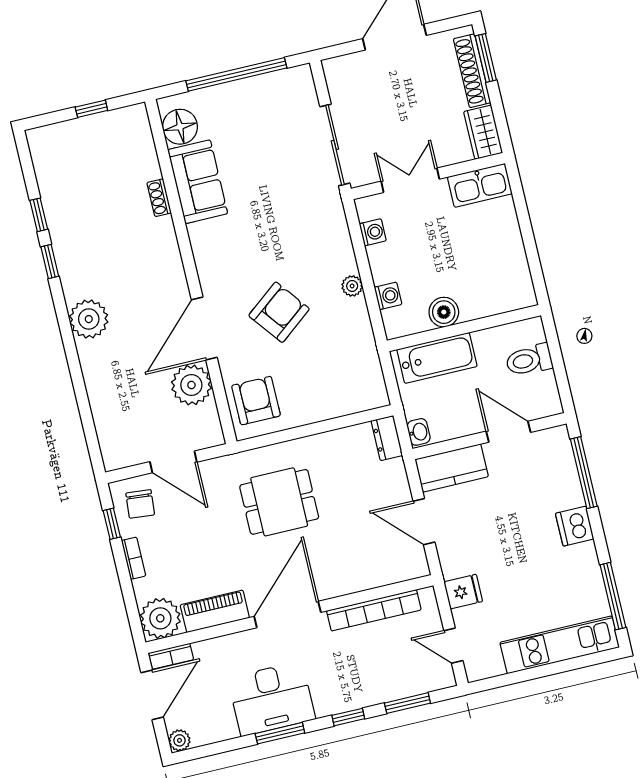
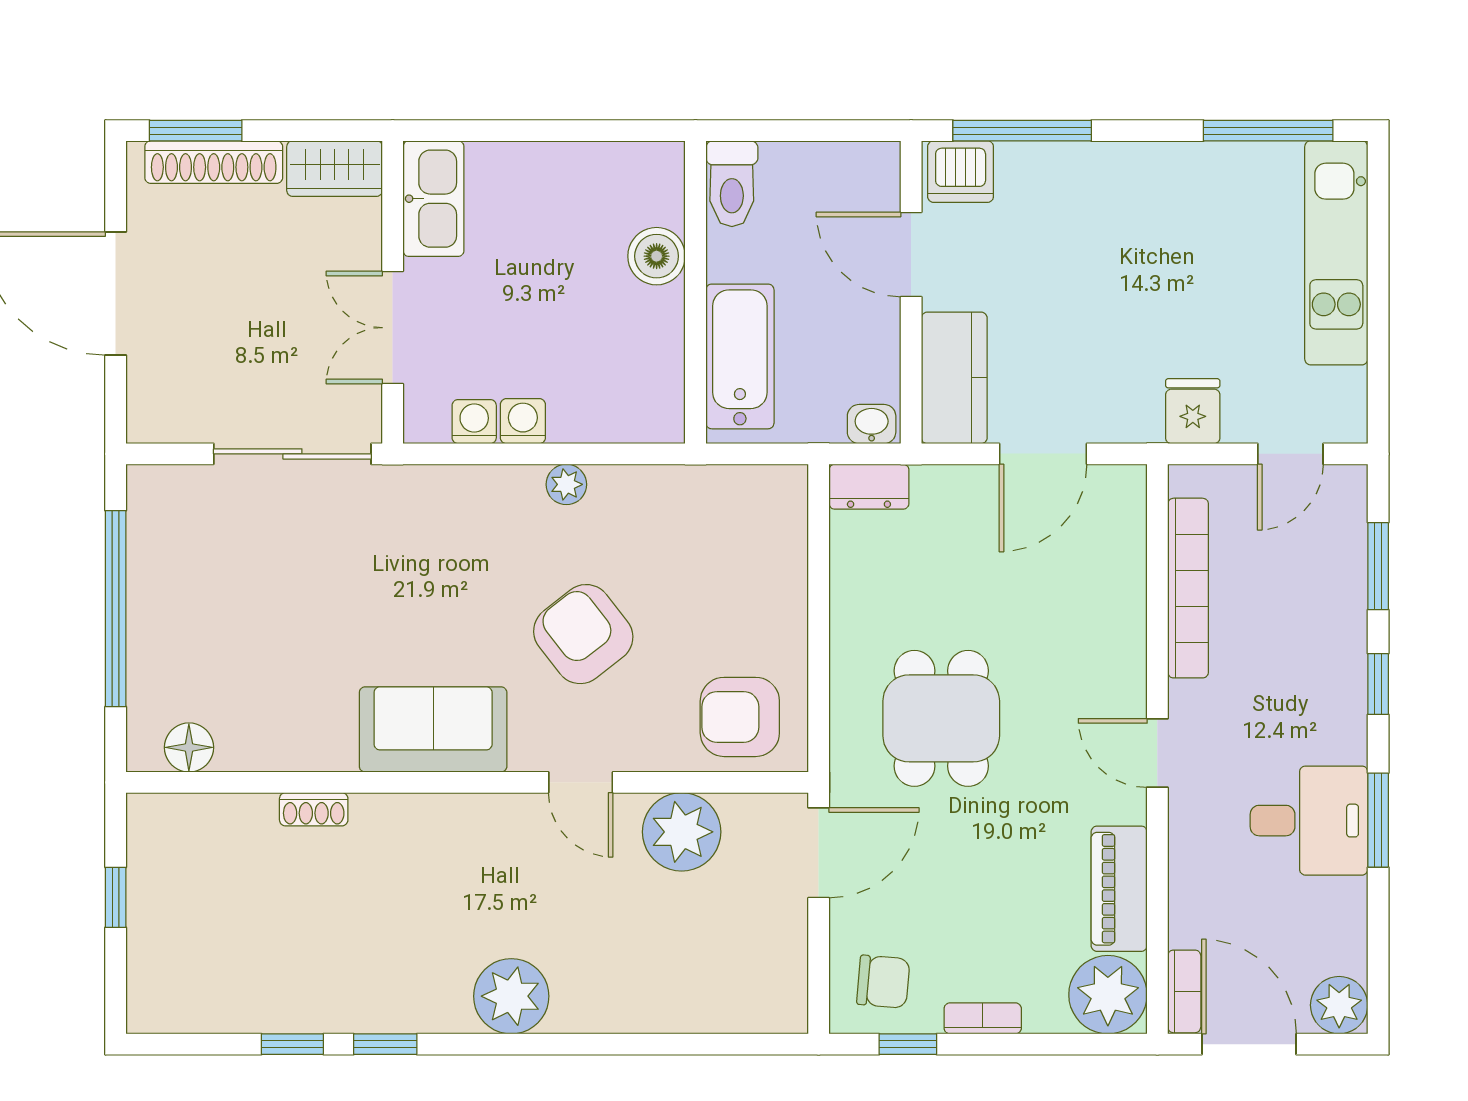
floor lamp: (180, 127) -> (189, 747), width x0.73, depth x0.73
sofa: (198, 182) -> (433, 729), moved
washing machine: (388, 296) -> (523, 421), moved
boiler: (444, 312) -> (657, 256), moved
door: (204, 329) -> (581, 782), width x0.53
toilet: (529, 360) -> (732, 184), moved
door: (508, 432) -> (911, 255), hinge flipped
door: (173, 462) -> (819, 853), moved
dishwasher: (575, 526) -> (961, 172), moved
door: (287, 614) -> (1157, 753), width x0.53
desk: (272, 699) -> (1309, 821), width x0.73
plant: (179, 740) -> (1339, 1005), width x1.38, depth x1.38

